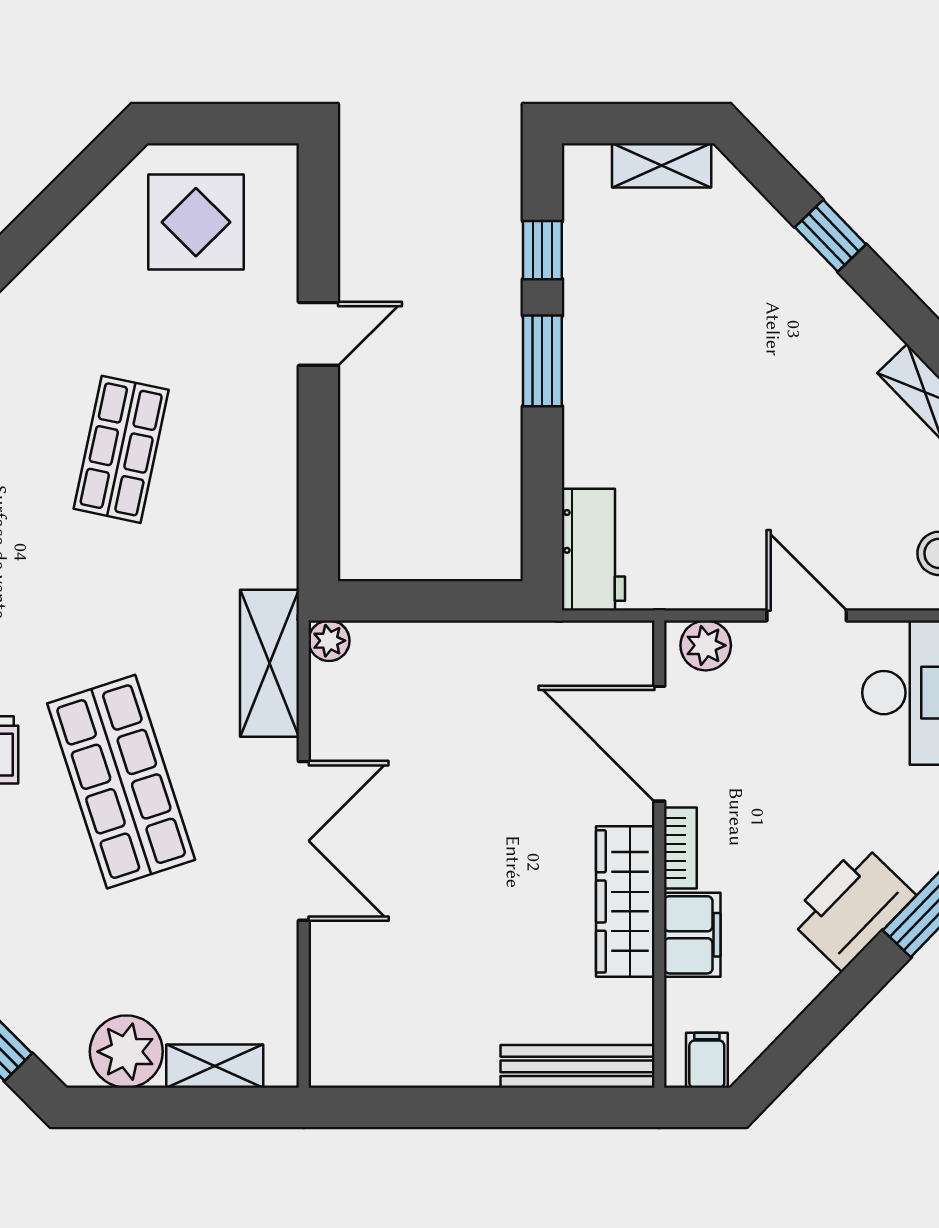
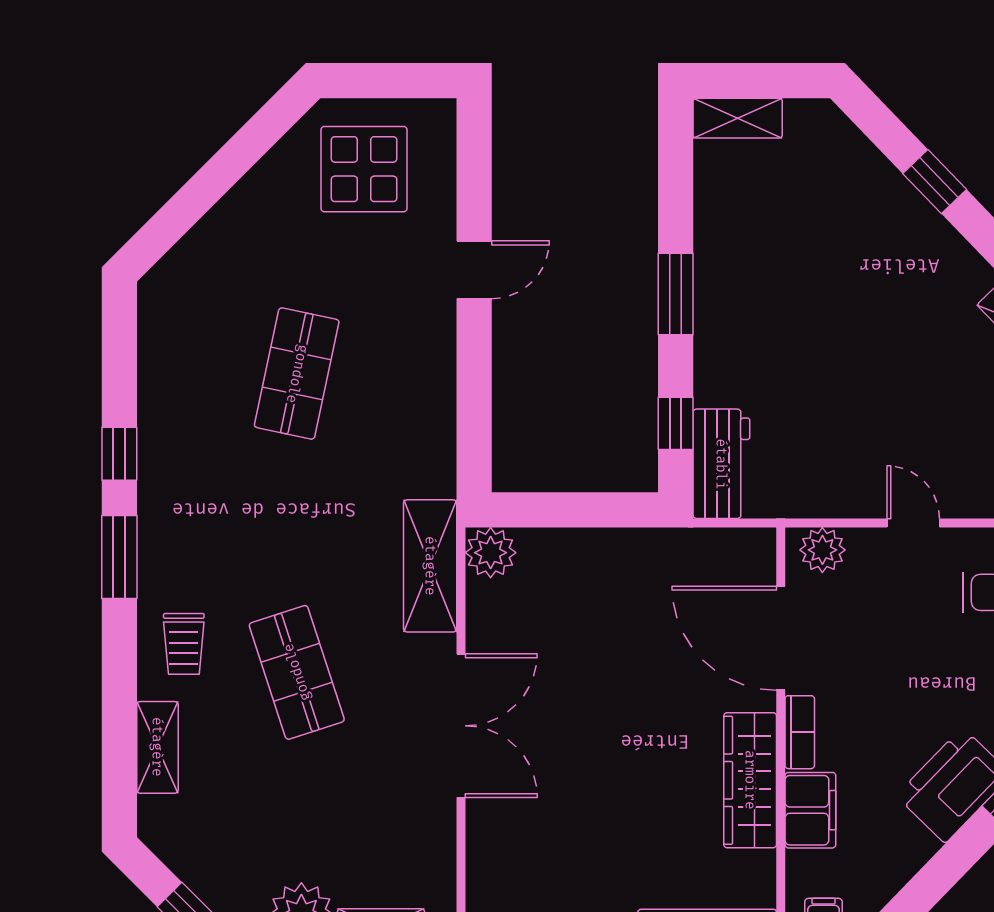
shelving: (662, 165) -> (738, 118), moved
window: (542, 250) -> (676, 423), moved
door: (807, 615) -> (913, 523), width x0.73
plant: (329, 641) -> (491, 553), width x1.38, depth x1.38
shop shelf: (121, 782) -> (297, 672), width x0.70, depth x0.74

